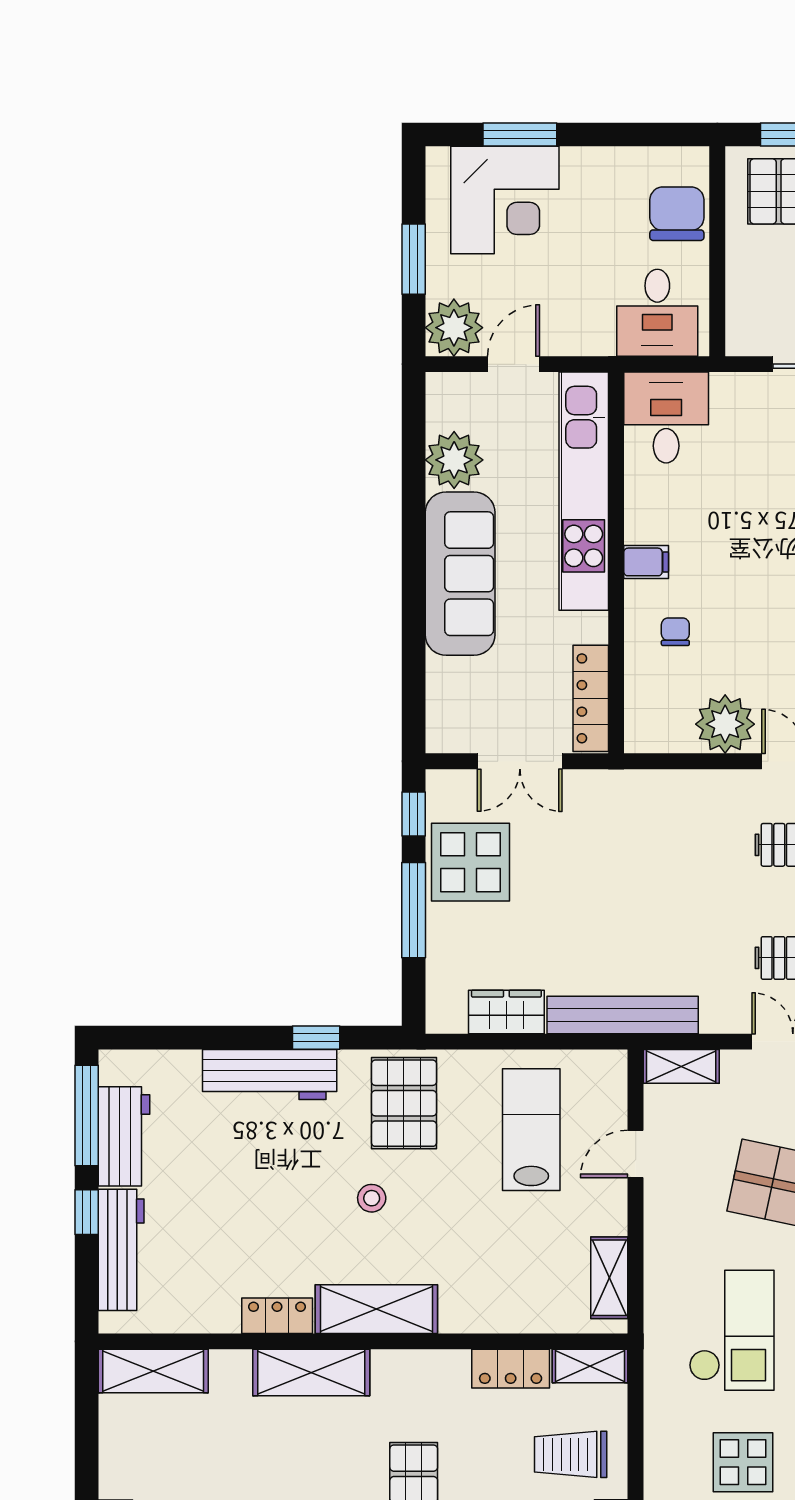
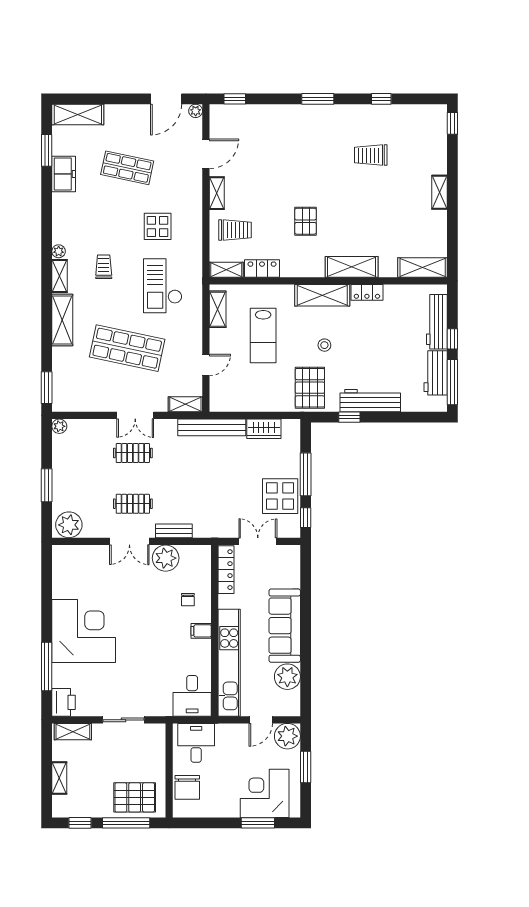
bench: (707, 785) -> (174, 531), added
lab bench: (531, 1130) -> (263, 336), moved

